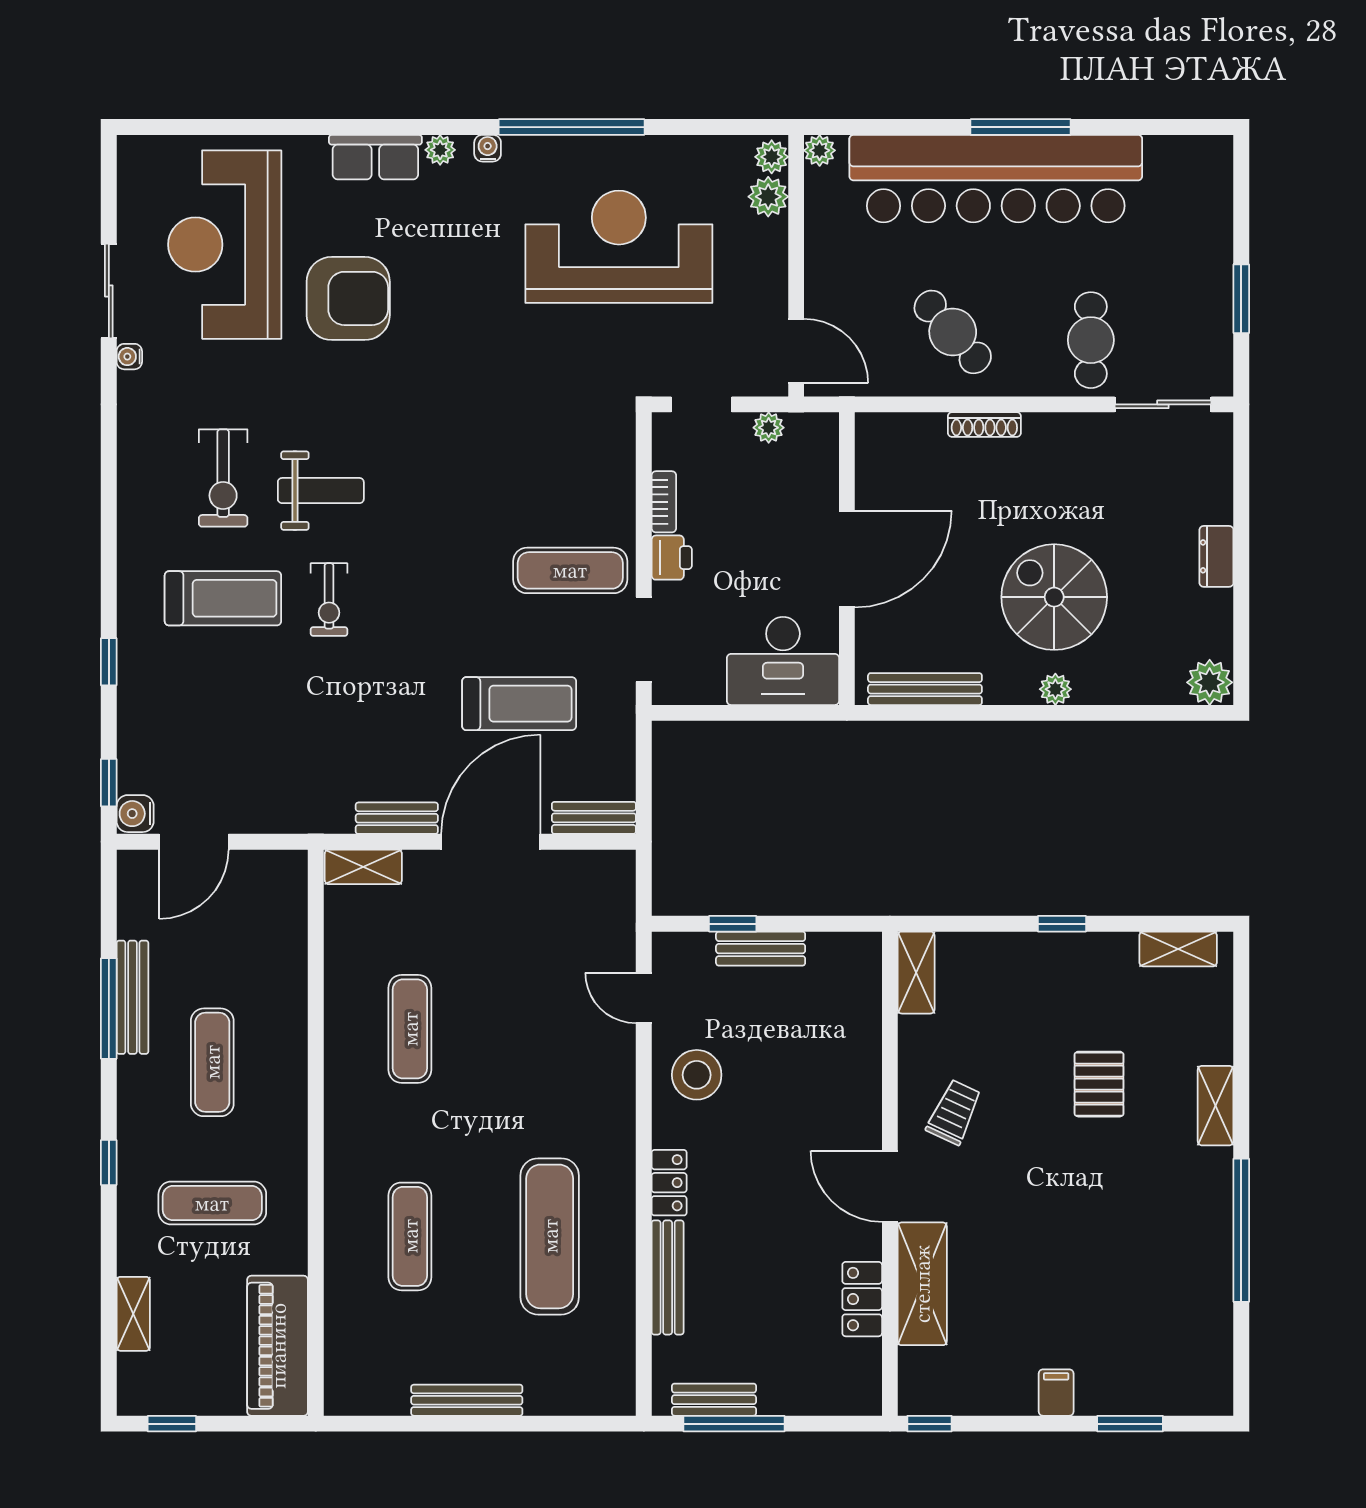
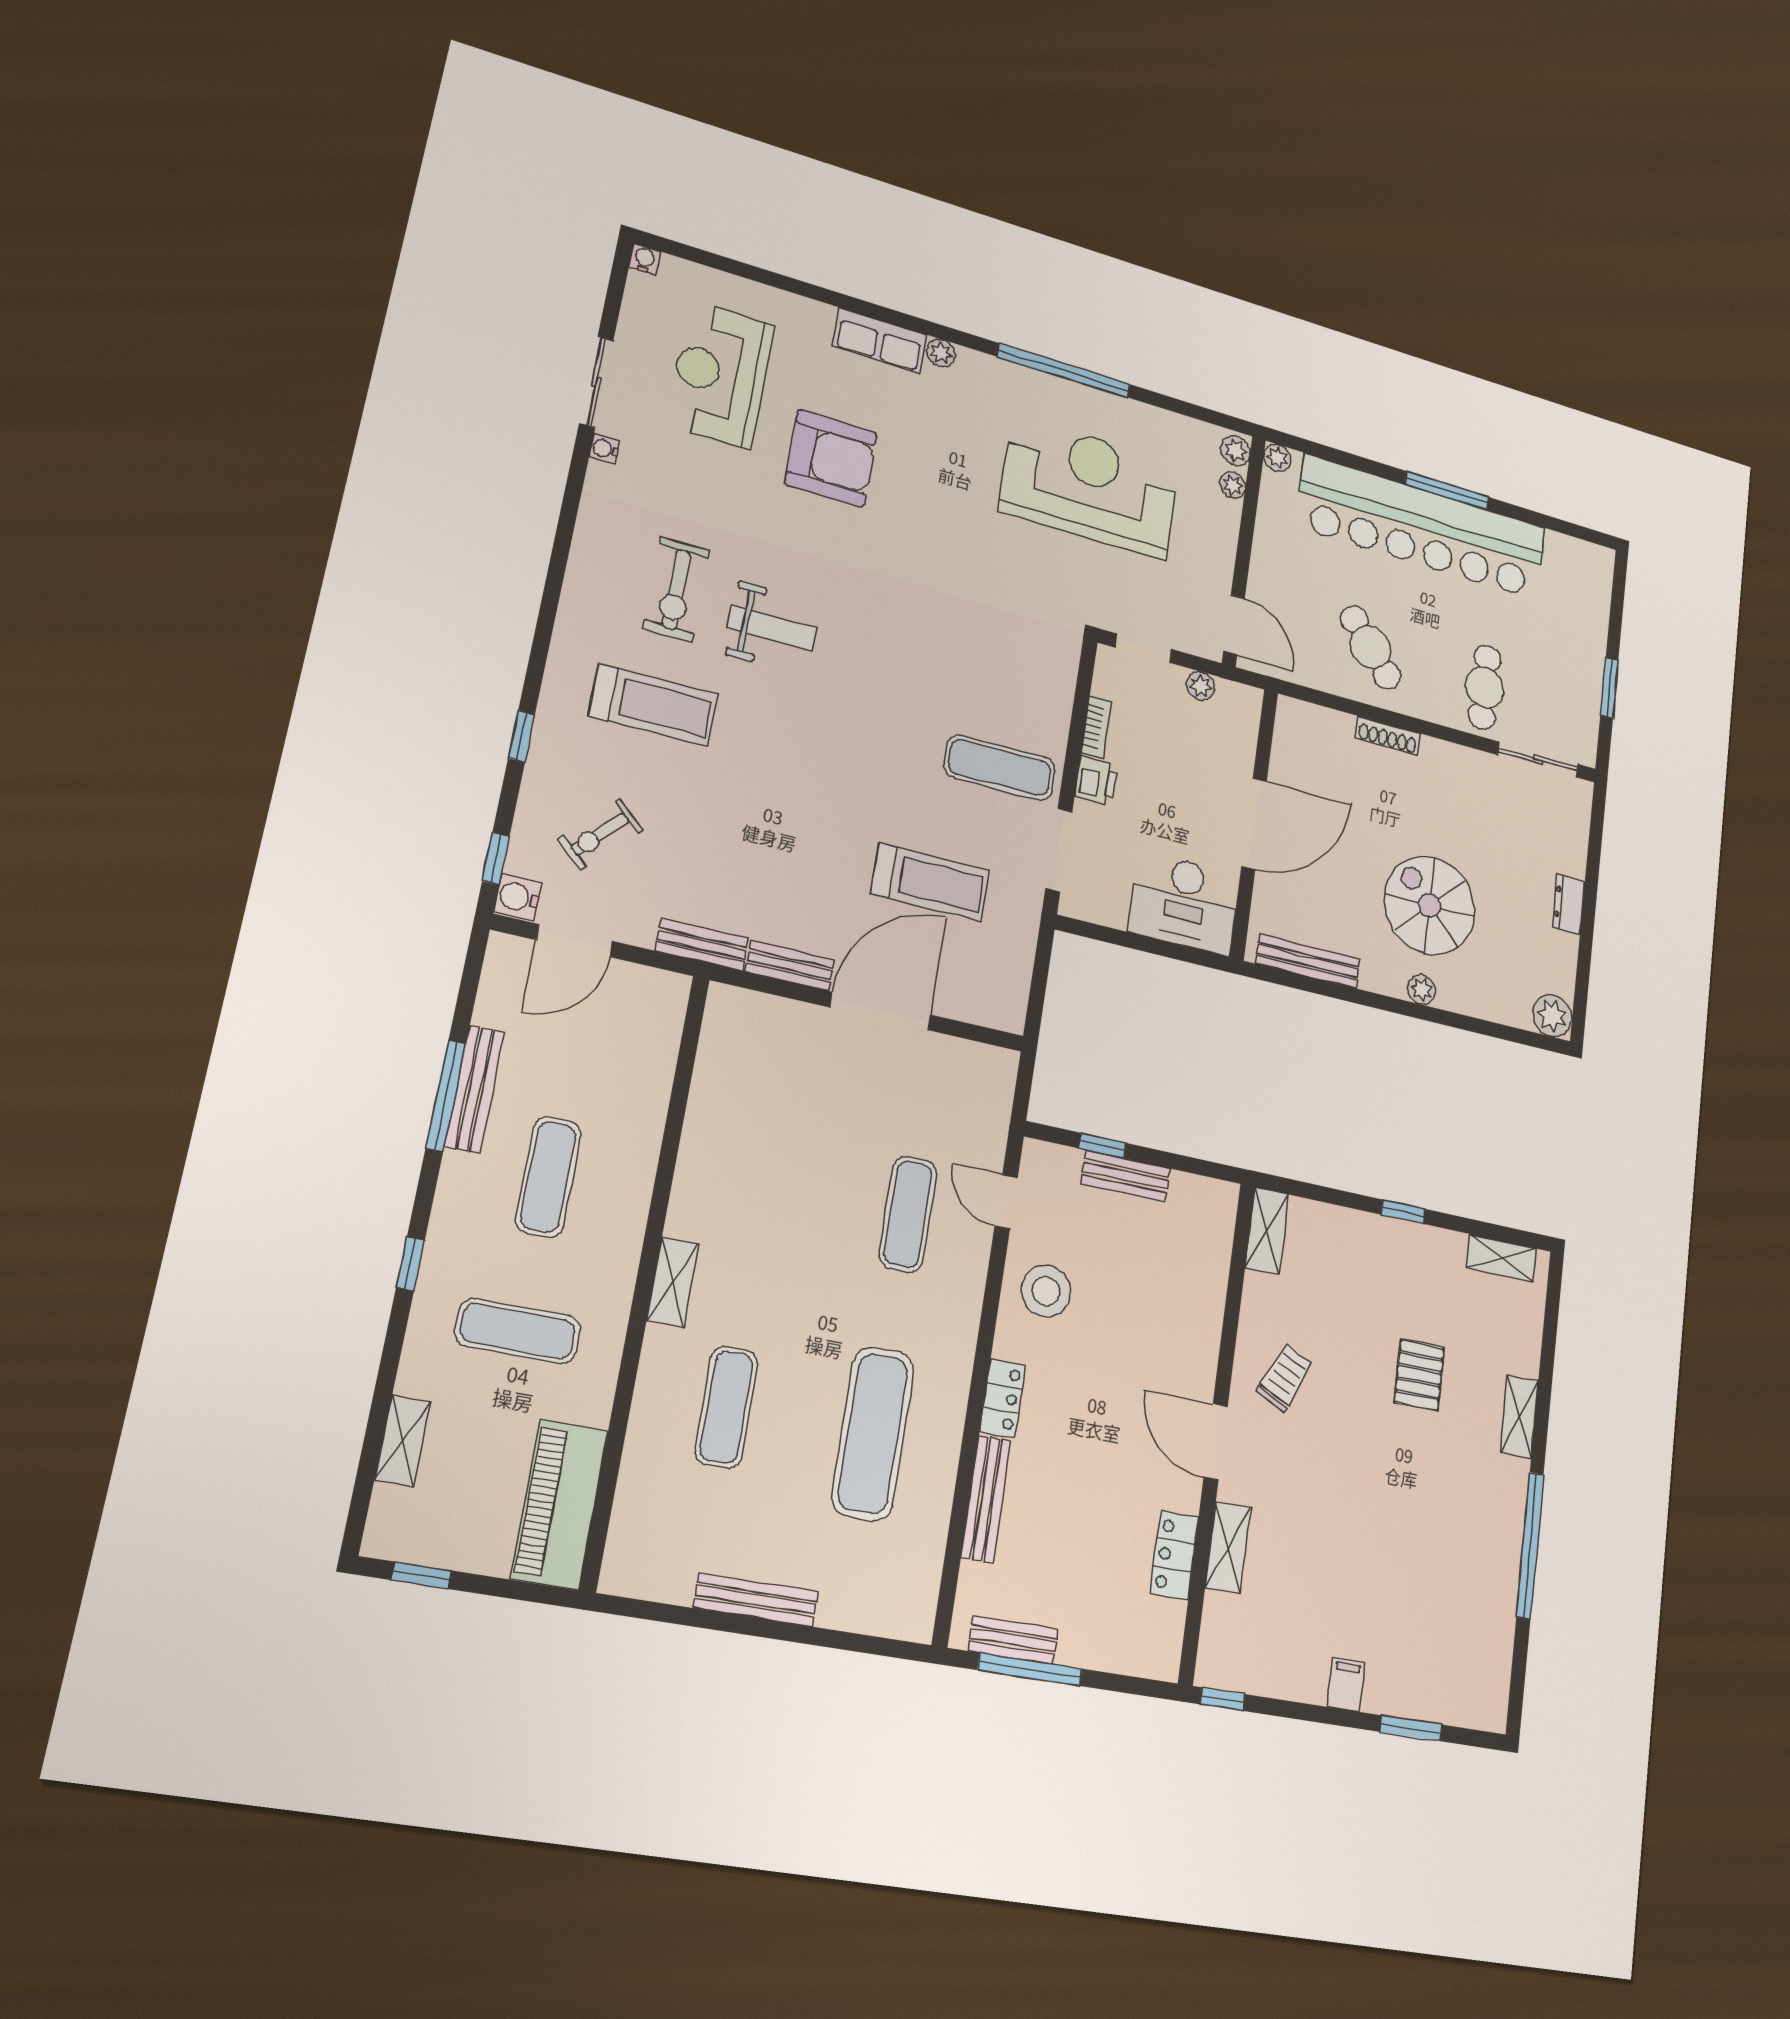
water cooler: (488, 148) -> (645, 259), moved
plant: (768, 197) -> (1233, 485), width x0.73, depth x0.73
reception desk: (225, 245) -> (720, 374), width x0.74, depth x0.77
exercise bike: (329, 600) -> (600, 834), moved, turned 43
bench: (594, 818) -> (702, 945), moved
shelving: (363, 867) -> (673, 1282), moved, turned 90
exercise mat: (410, 1029) -> (908, 1214), moved
shelving: (922, 1284) -> (1228, 1548), width x0.67, depth x0.75

